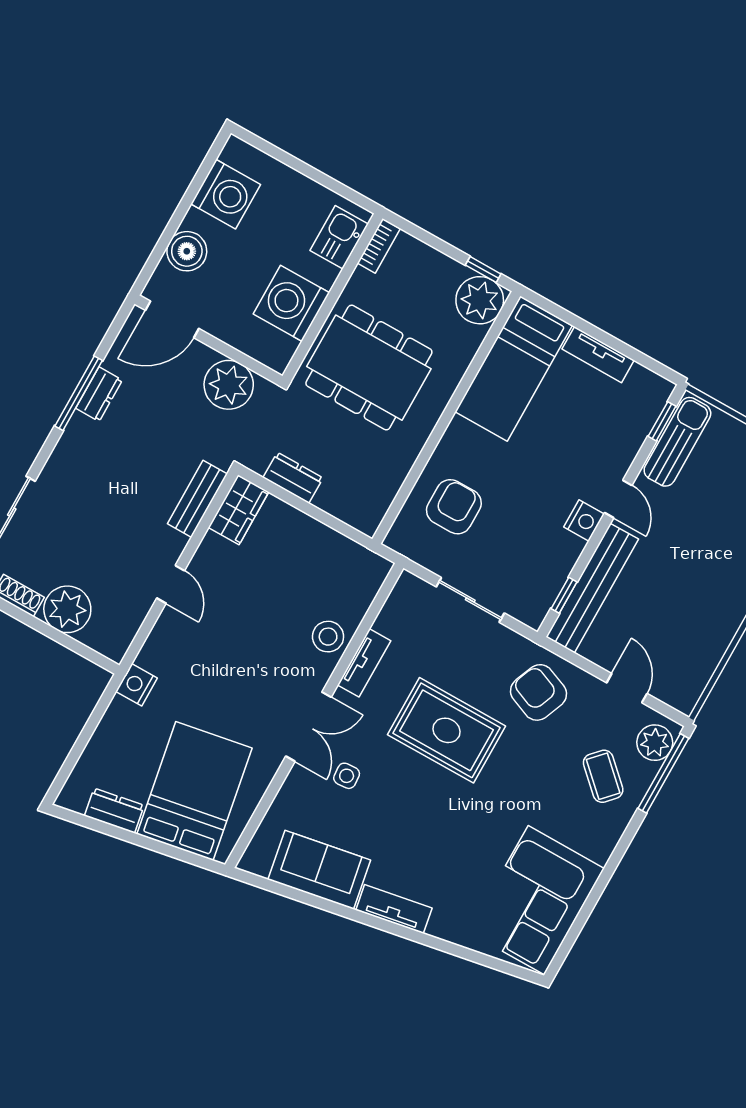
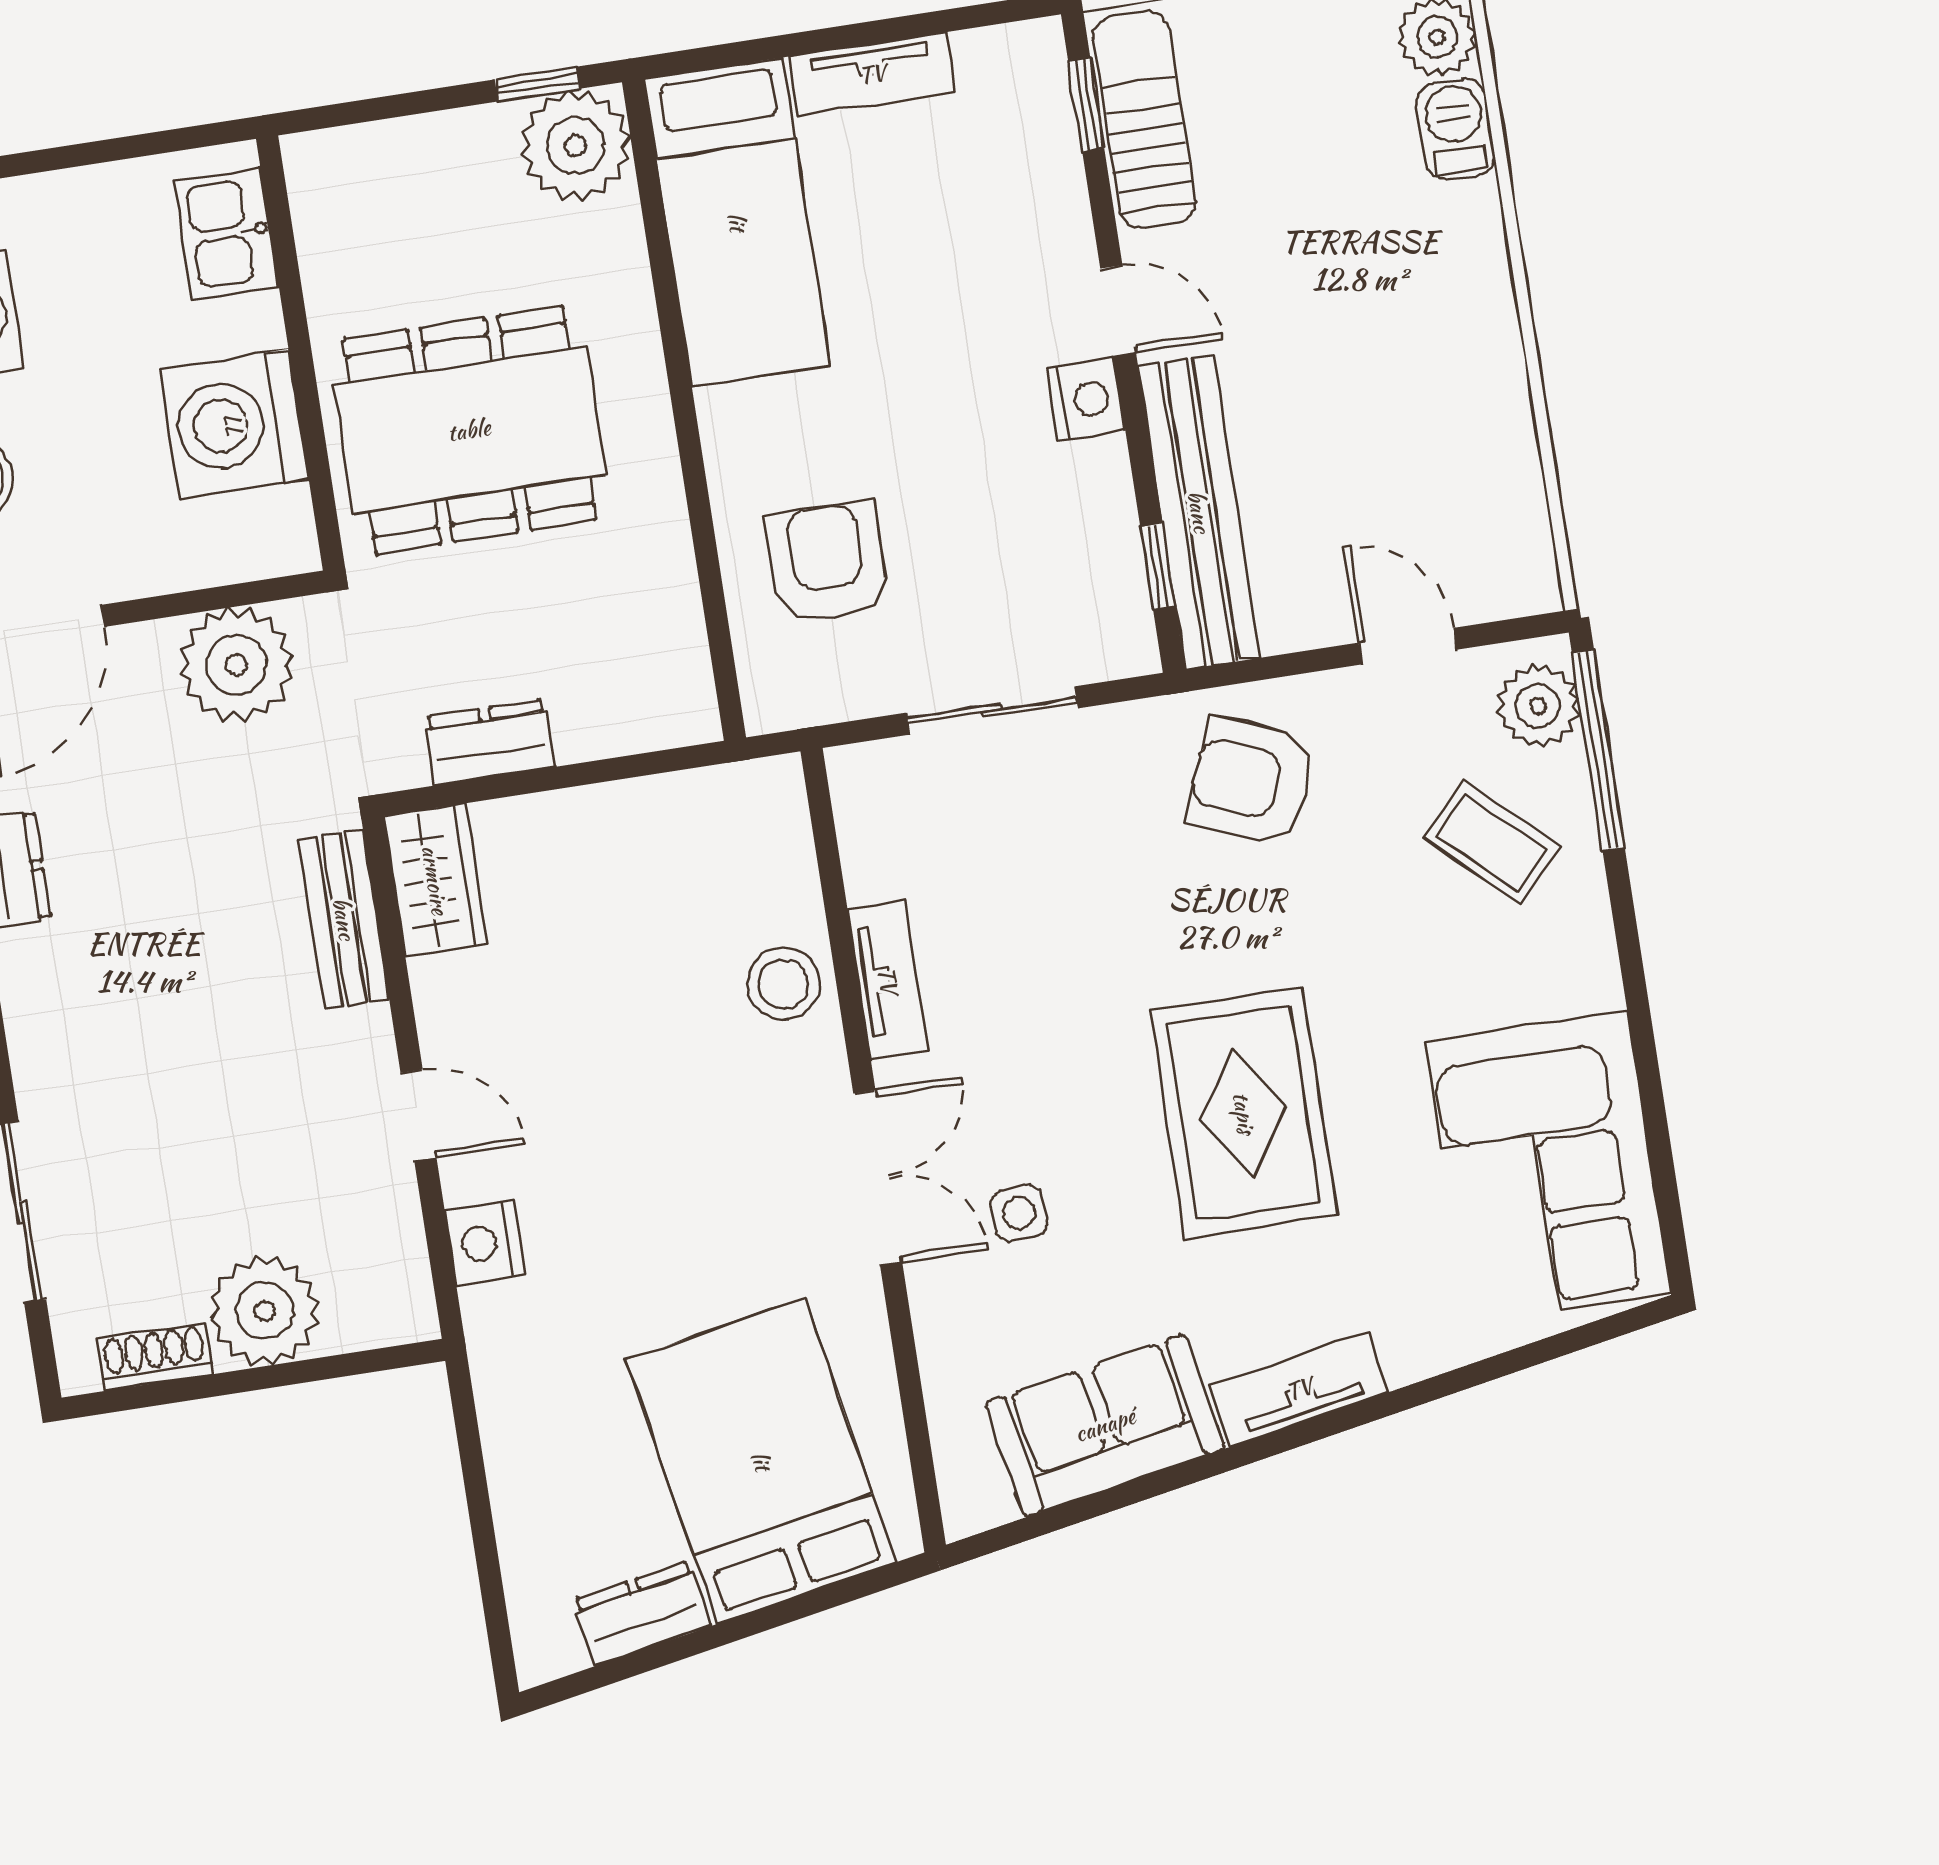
bookcase: (379, 246) -> (311, 191), removed
nightstand: (137, 685) -> (485, 1243), moved
rug: (447, 730) -> (1244, 1113), moved, turned 90

